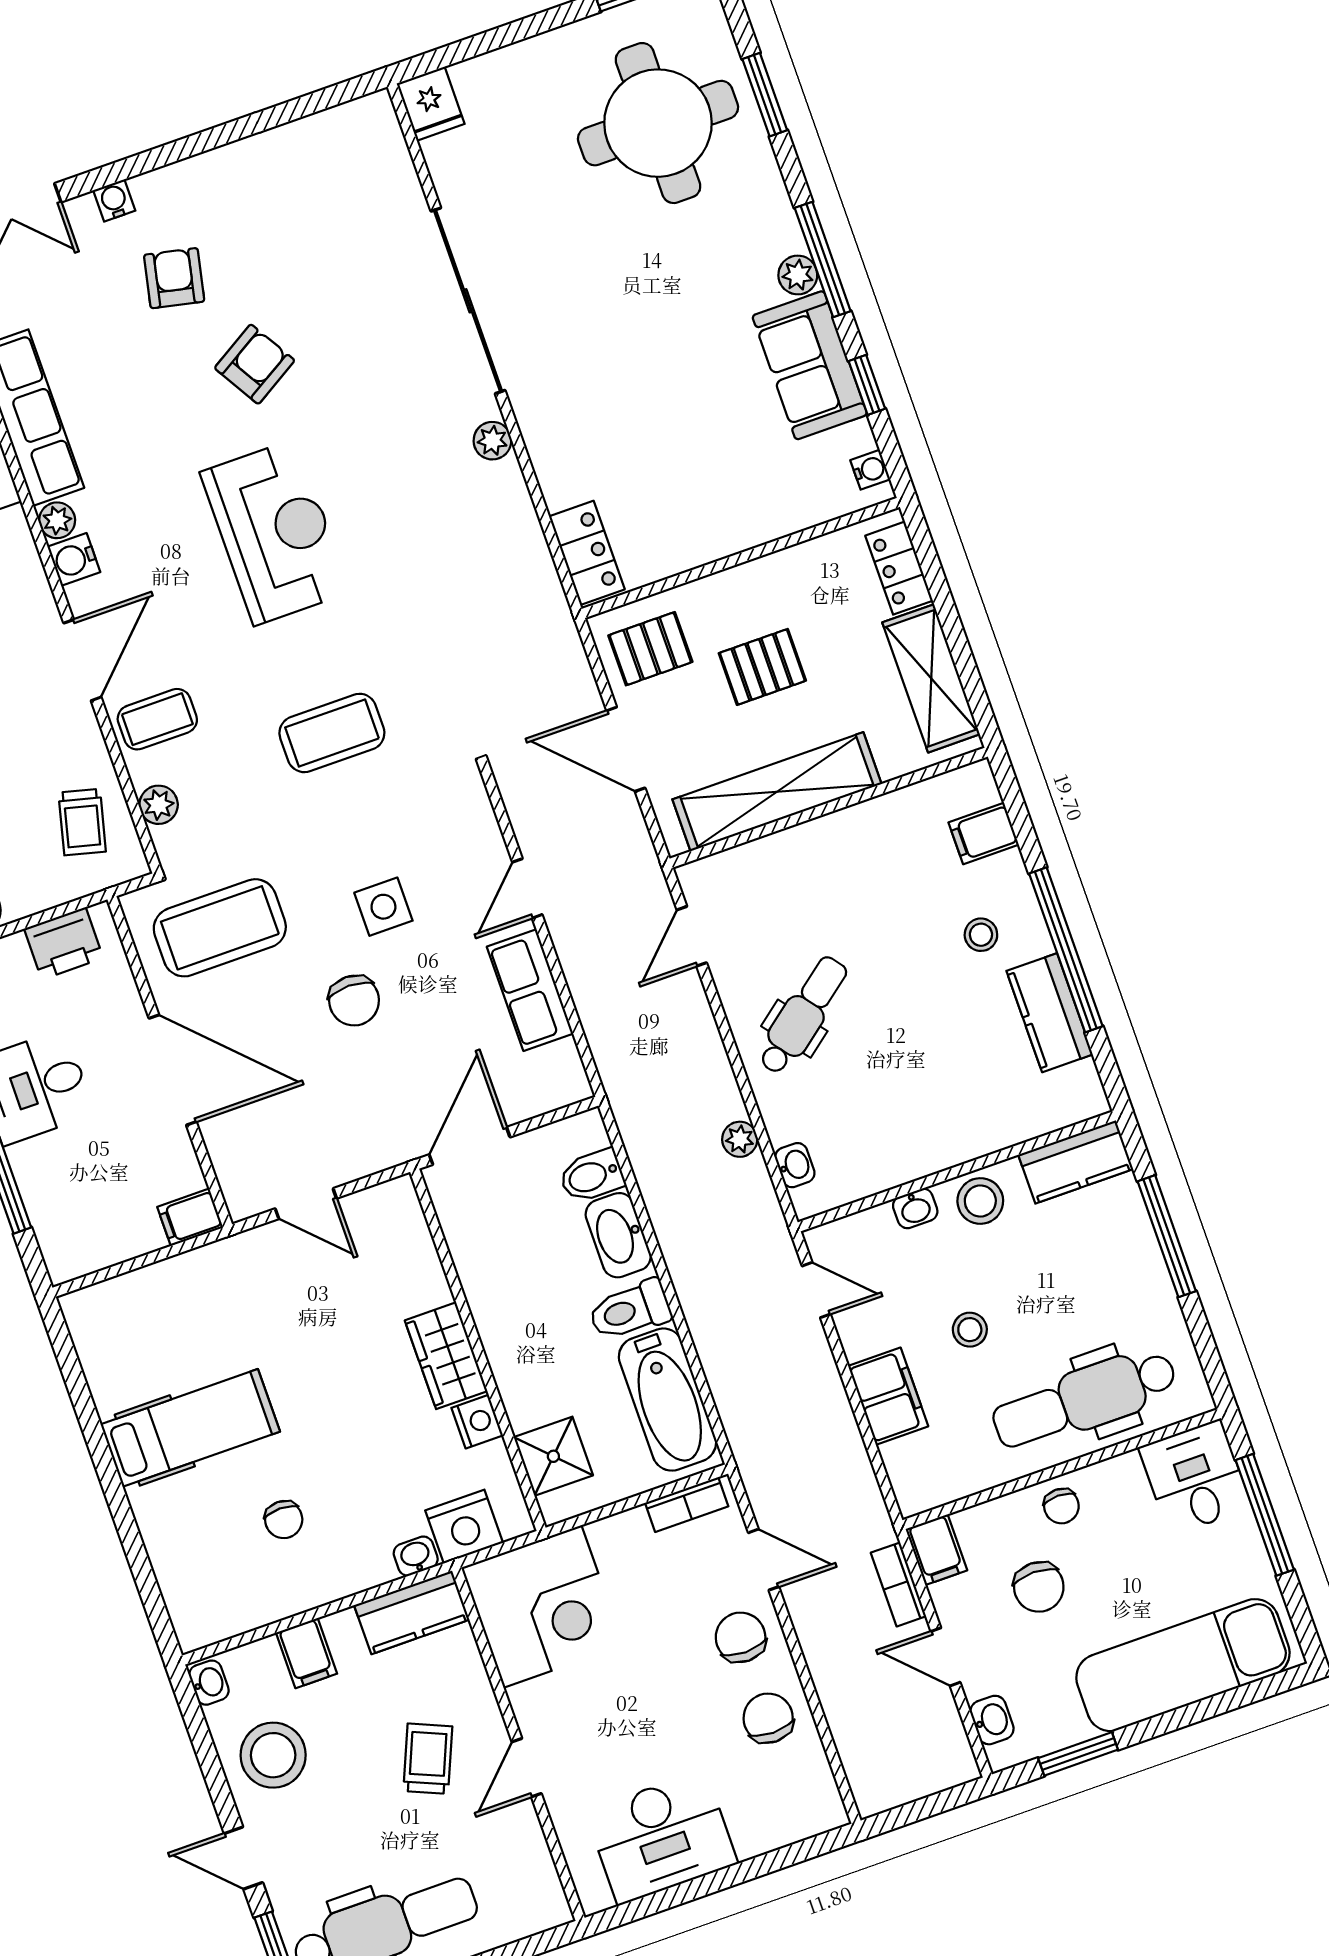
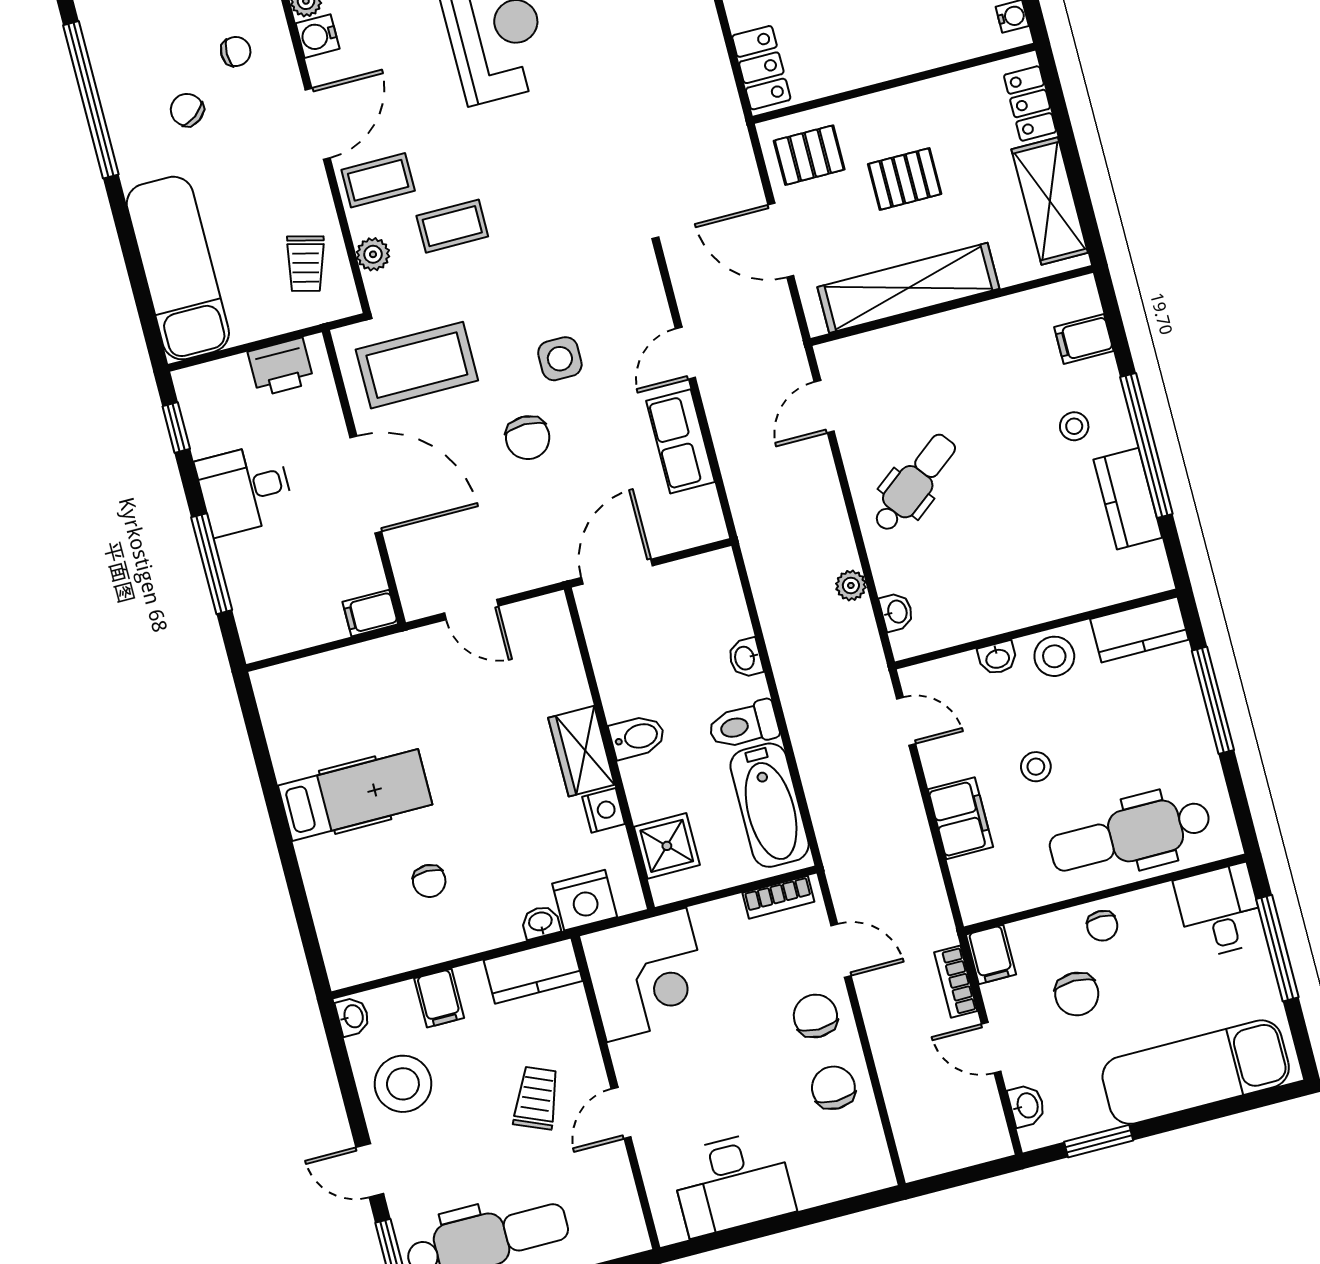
coffee table: (332, 733) -> (452, 226), moved, width x0.73, depth x0.77
bidet: (592, 1176) -> (637, 737), moved, turned 180
washbasin: (618, 1235) -> (745, 658), width x0.52, depth x0.69

